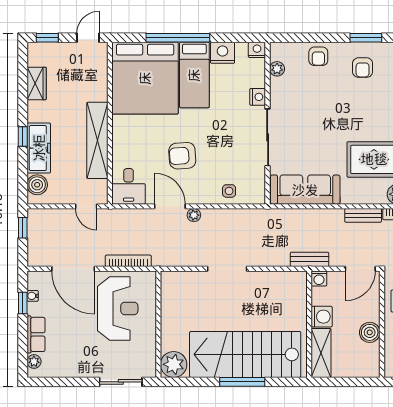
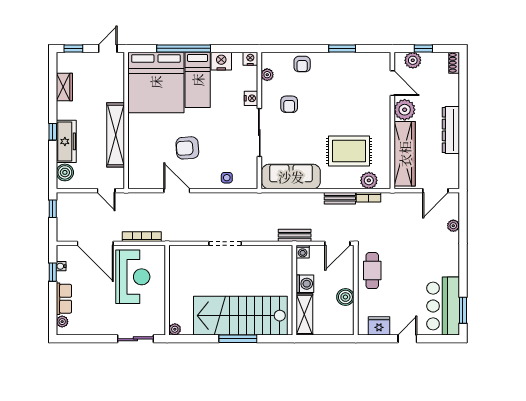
armchair: (363, 68) -> (289, 104), moved
desk: (129, 186) -> (142, 174), removed
plant: (194, 215) -> (197, 198), removed
plant: (174, 364) -> (175, 329), width x0.53, depth x0.53

